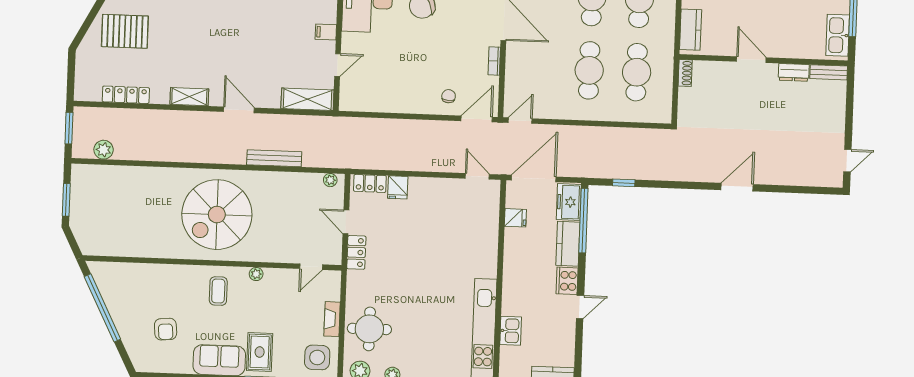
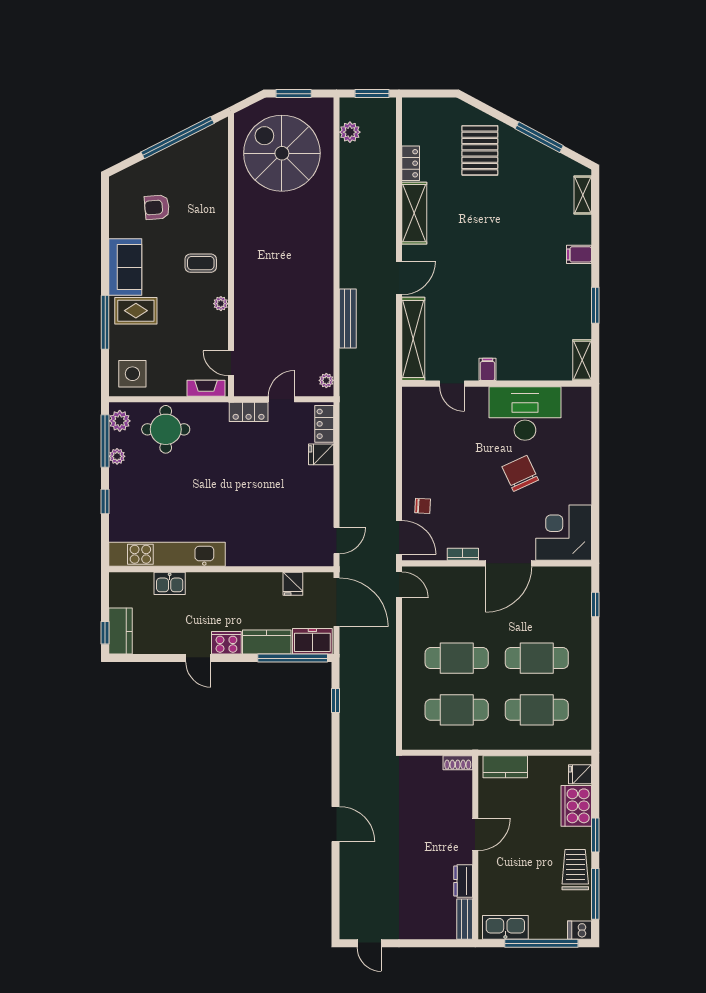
locker: (126, 95) -> (411, 163), width x0.66
shelving: (189, 97) -> (414, 213), width x1.50, depth x1.33
shelving: (307, 99) -> (413, 339), width x1.47
spiral stairs: (217, 215) -> (282, 153), moved
fireplace: (332, 319) -> (206, 388), moved

